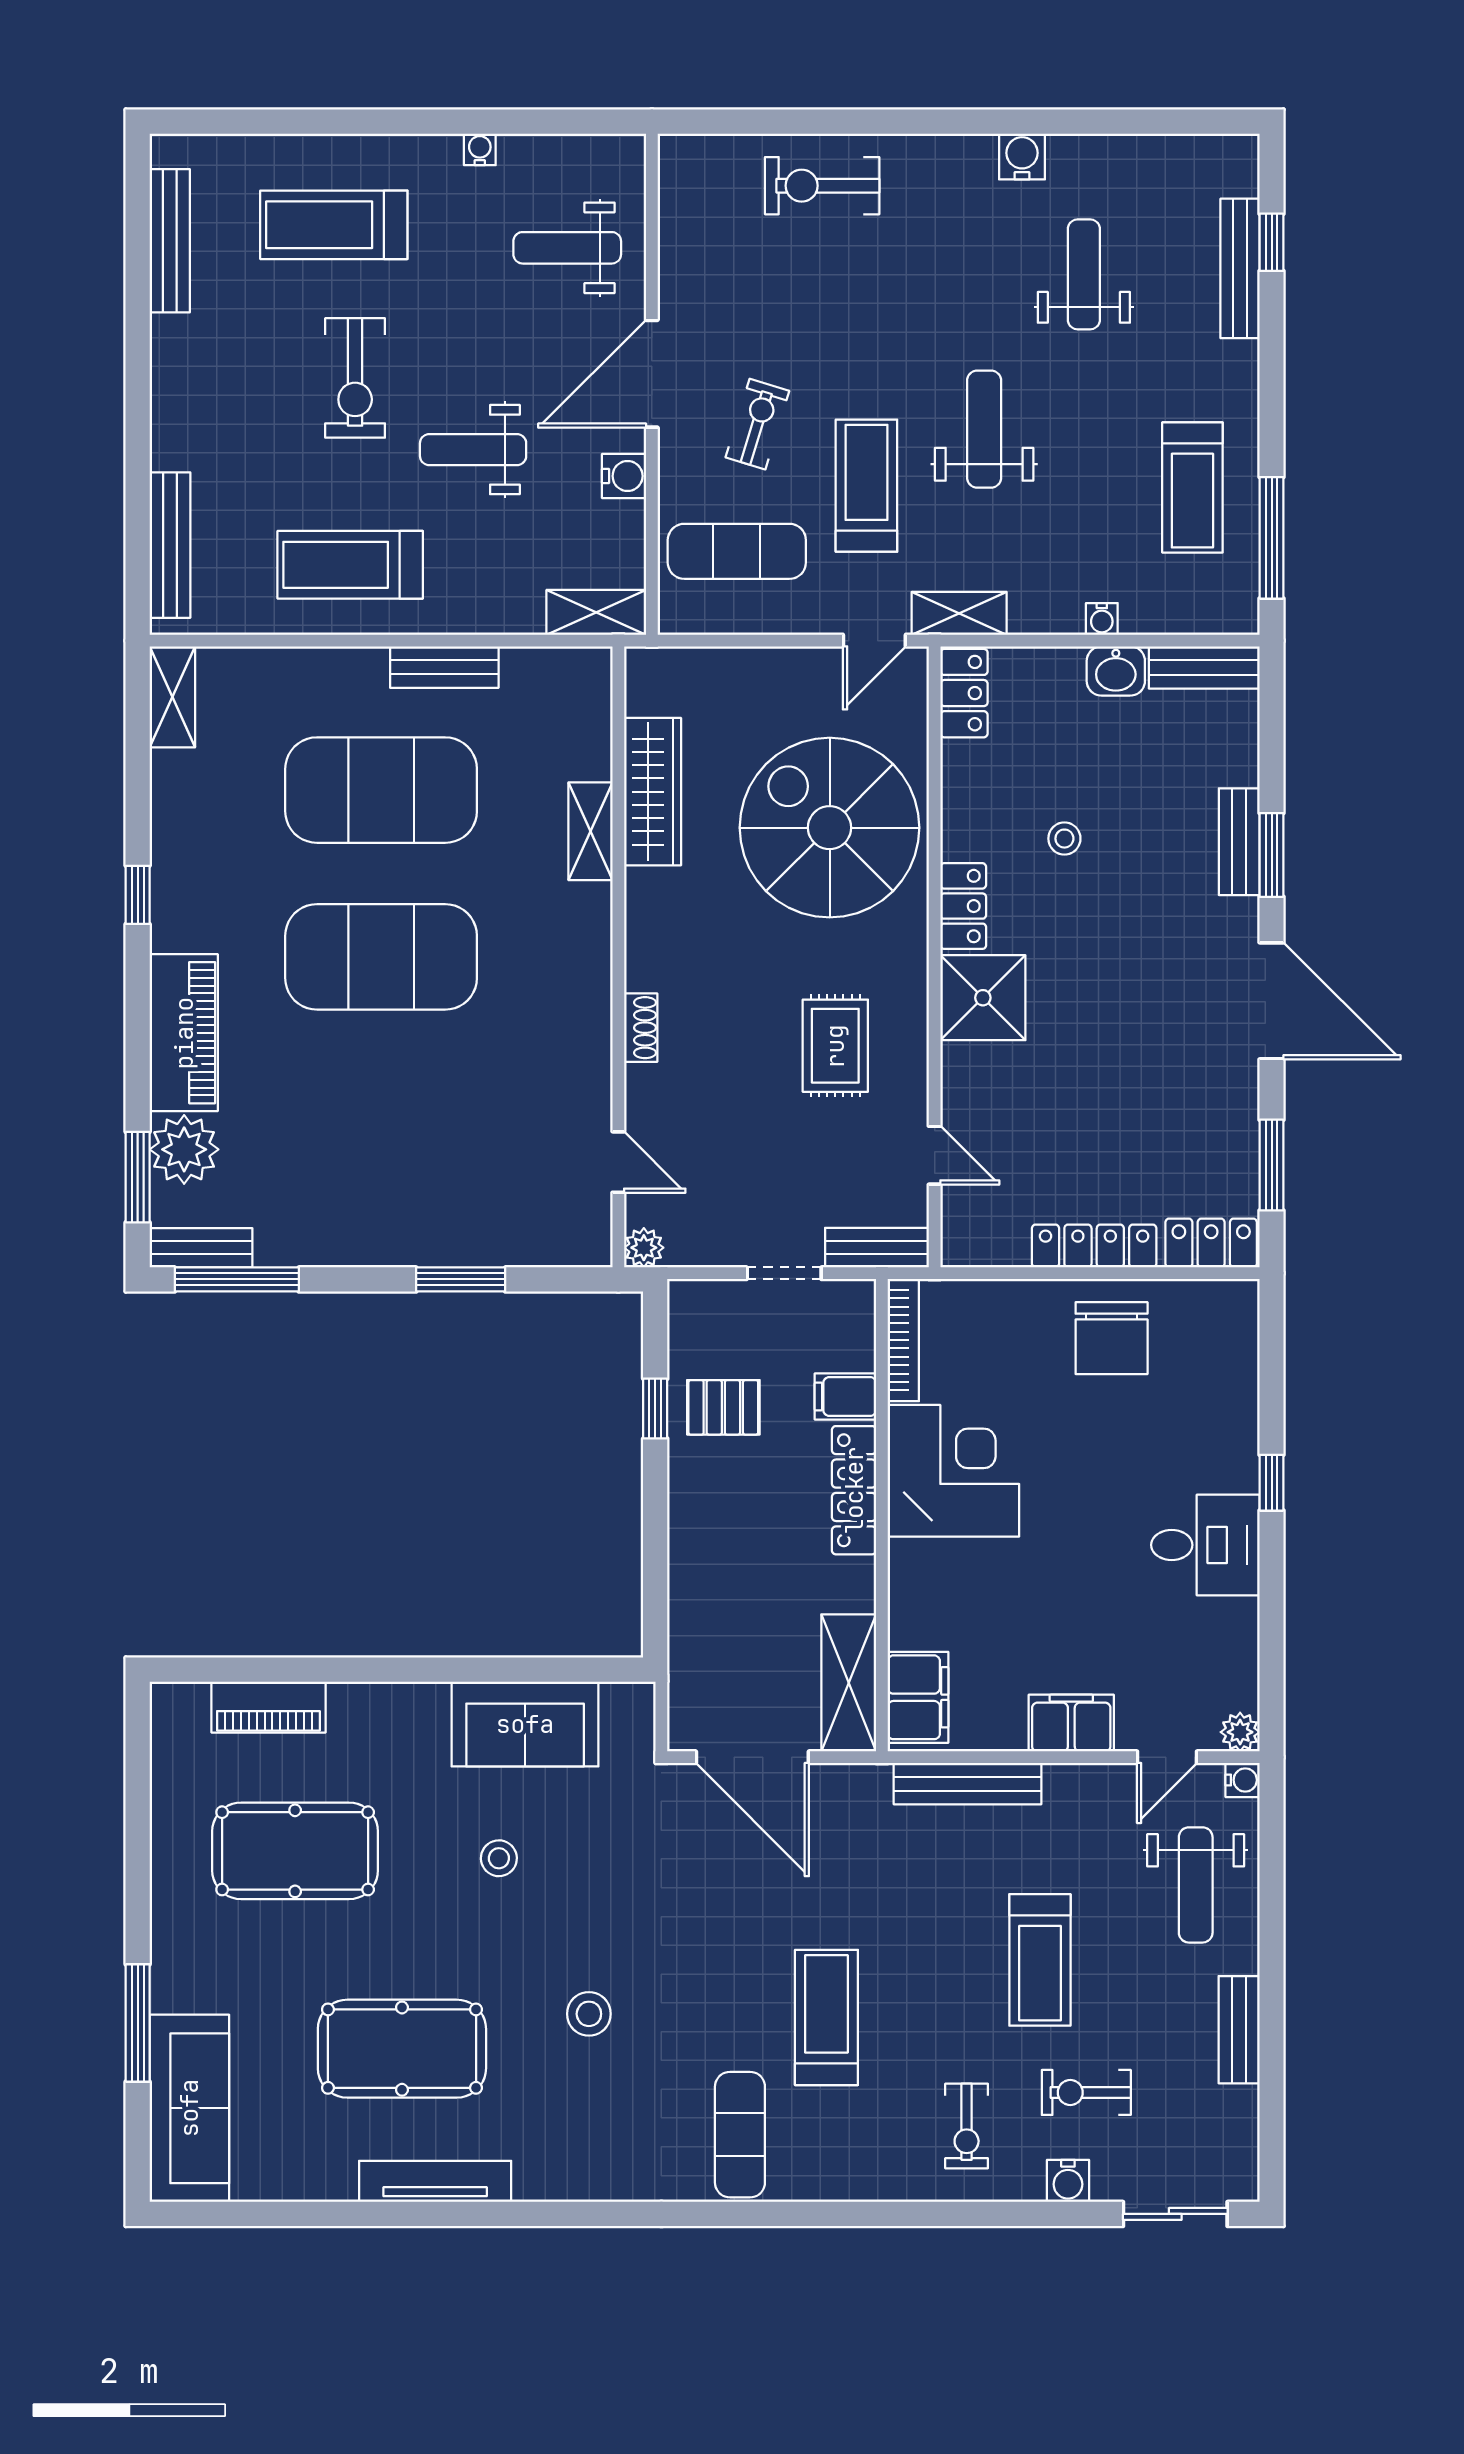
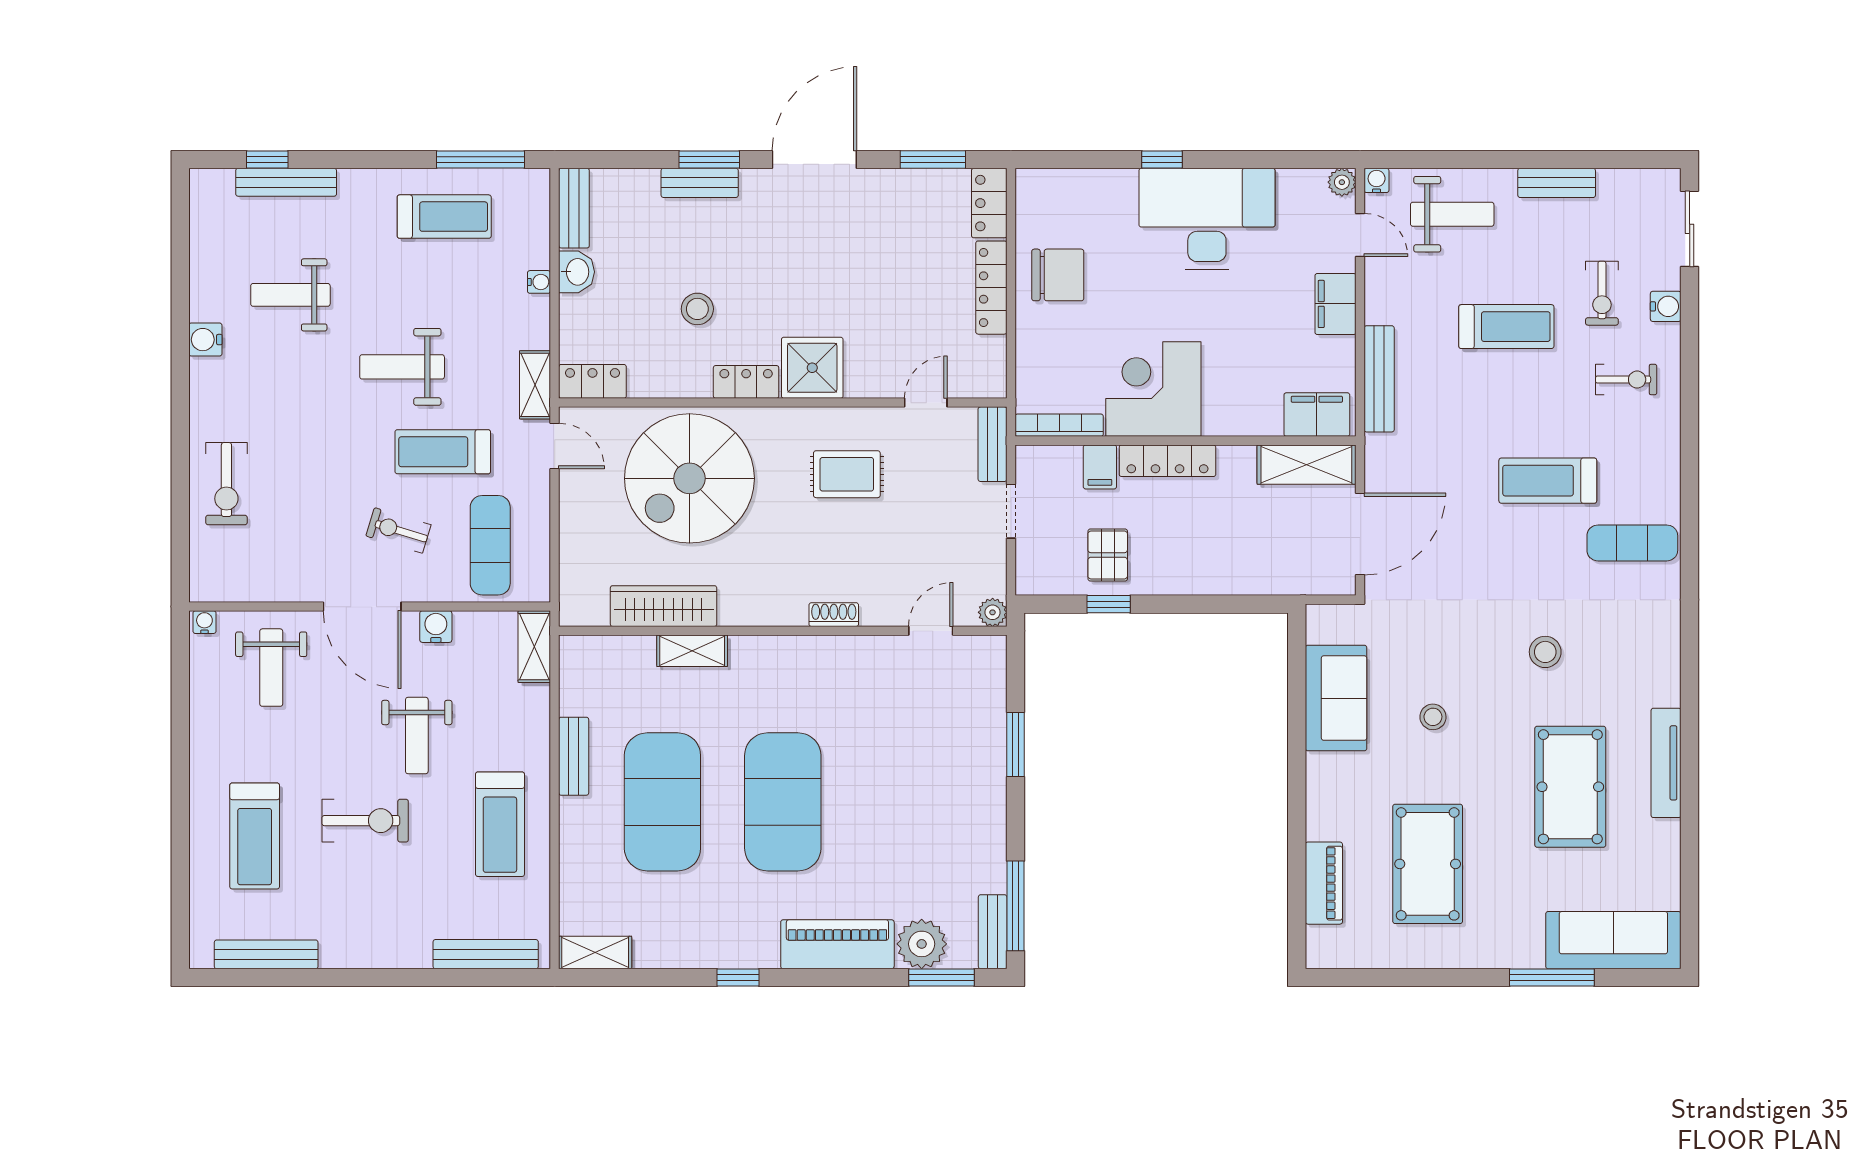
water cooler: (480, 149) -> (204, 622), moved, turned 90
stool: (1064, 839) -> (697, 309), width x1.37, depth x1.37
desk: (1205, 1545) -> (1207, 219), width x1.87, depth x1.30

